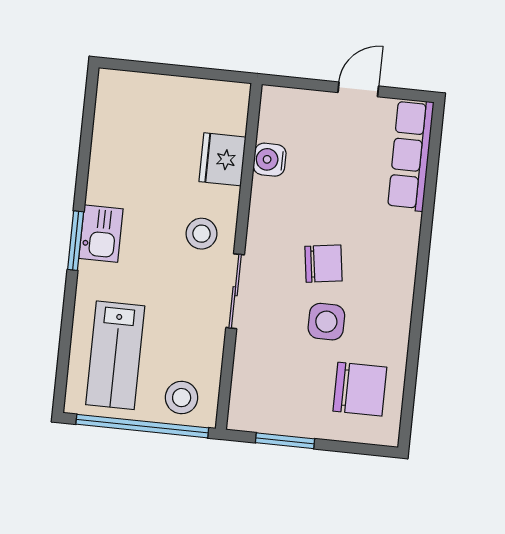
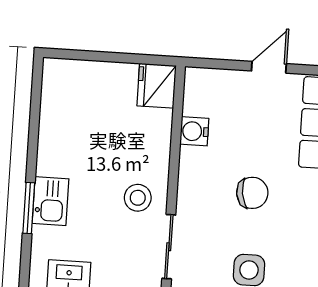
fridge: (223, 159) -> (157, 86), moved
chair: (324, 264) -> (252, 193), moved

